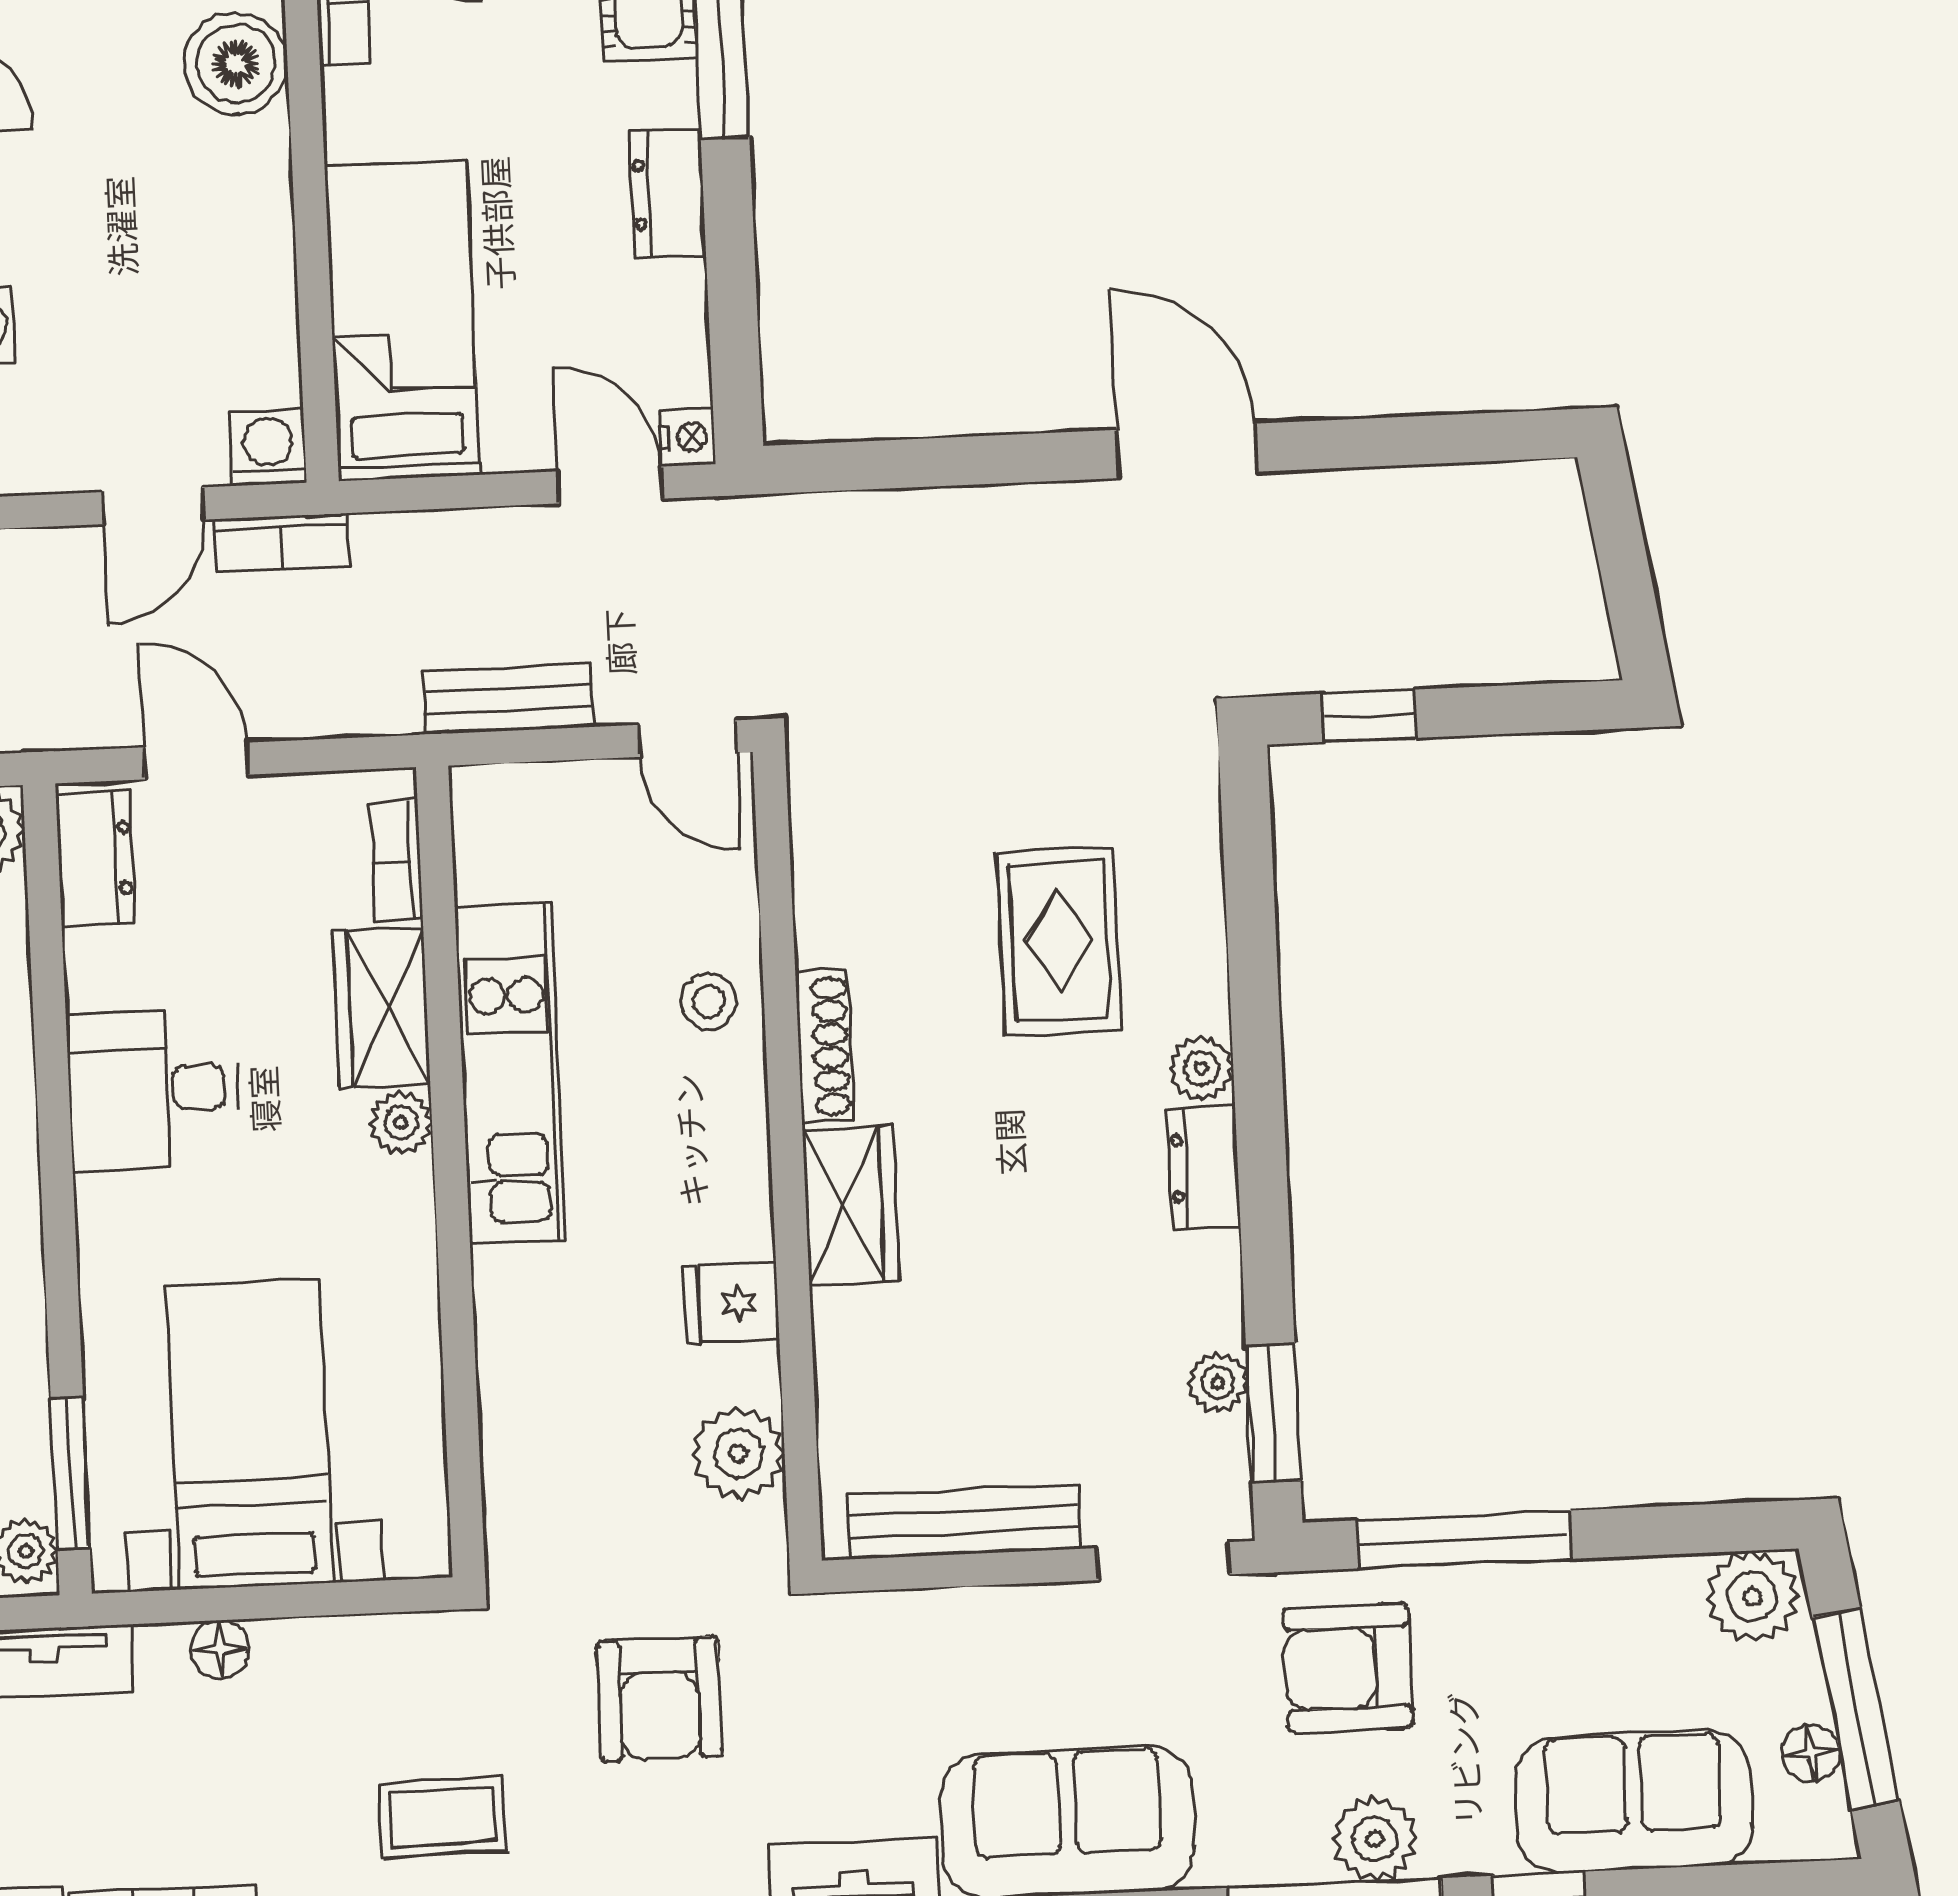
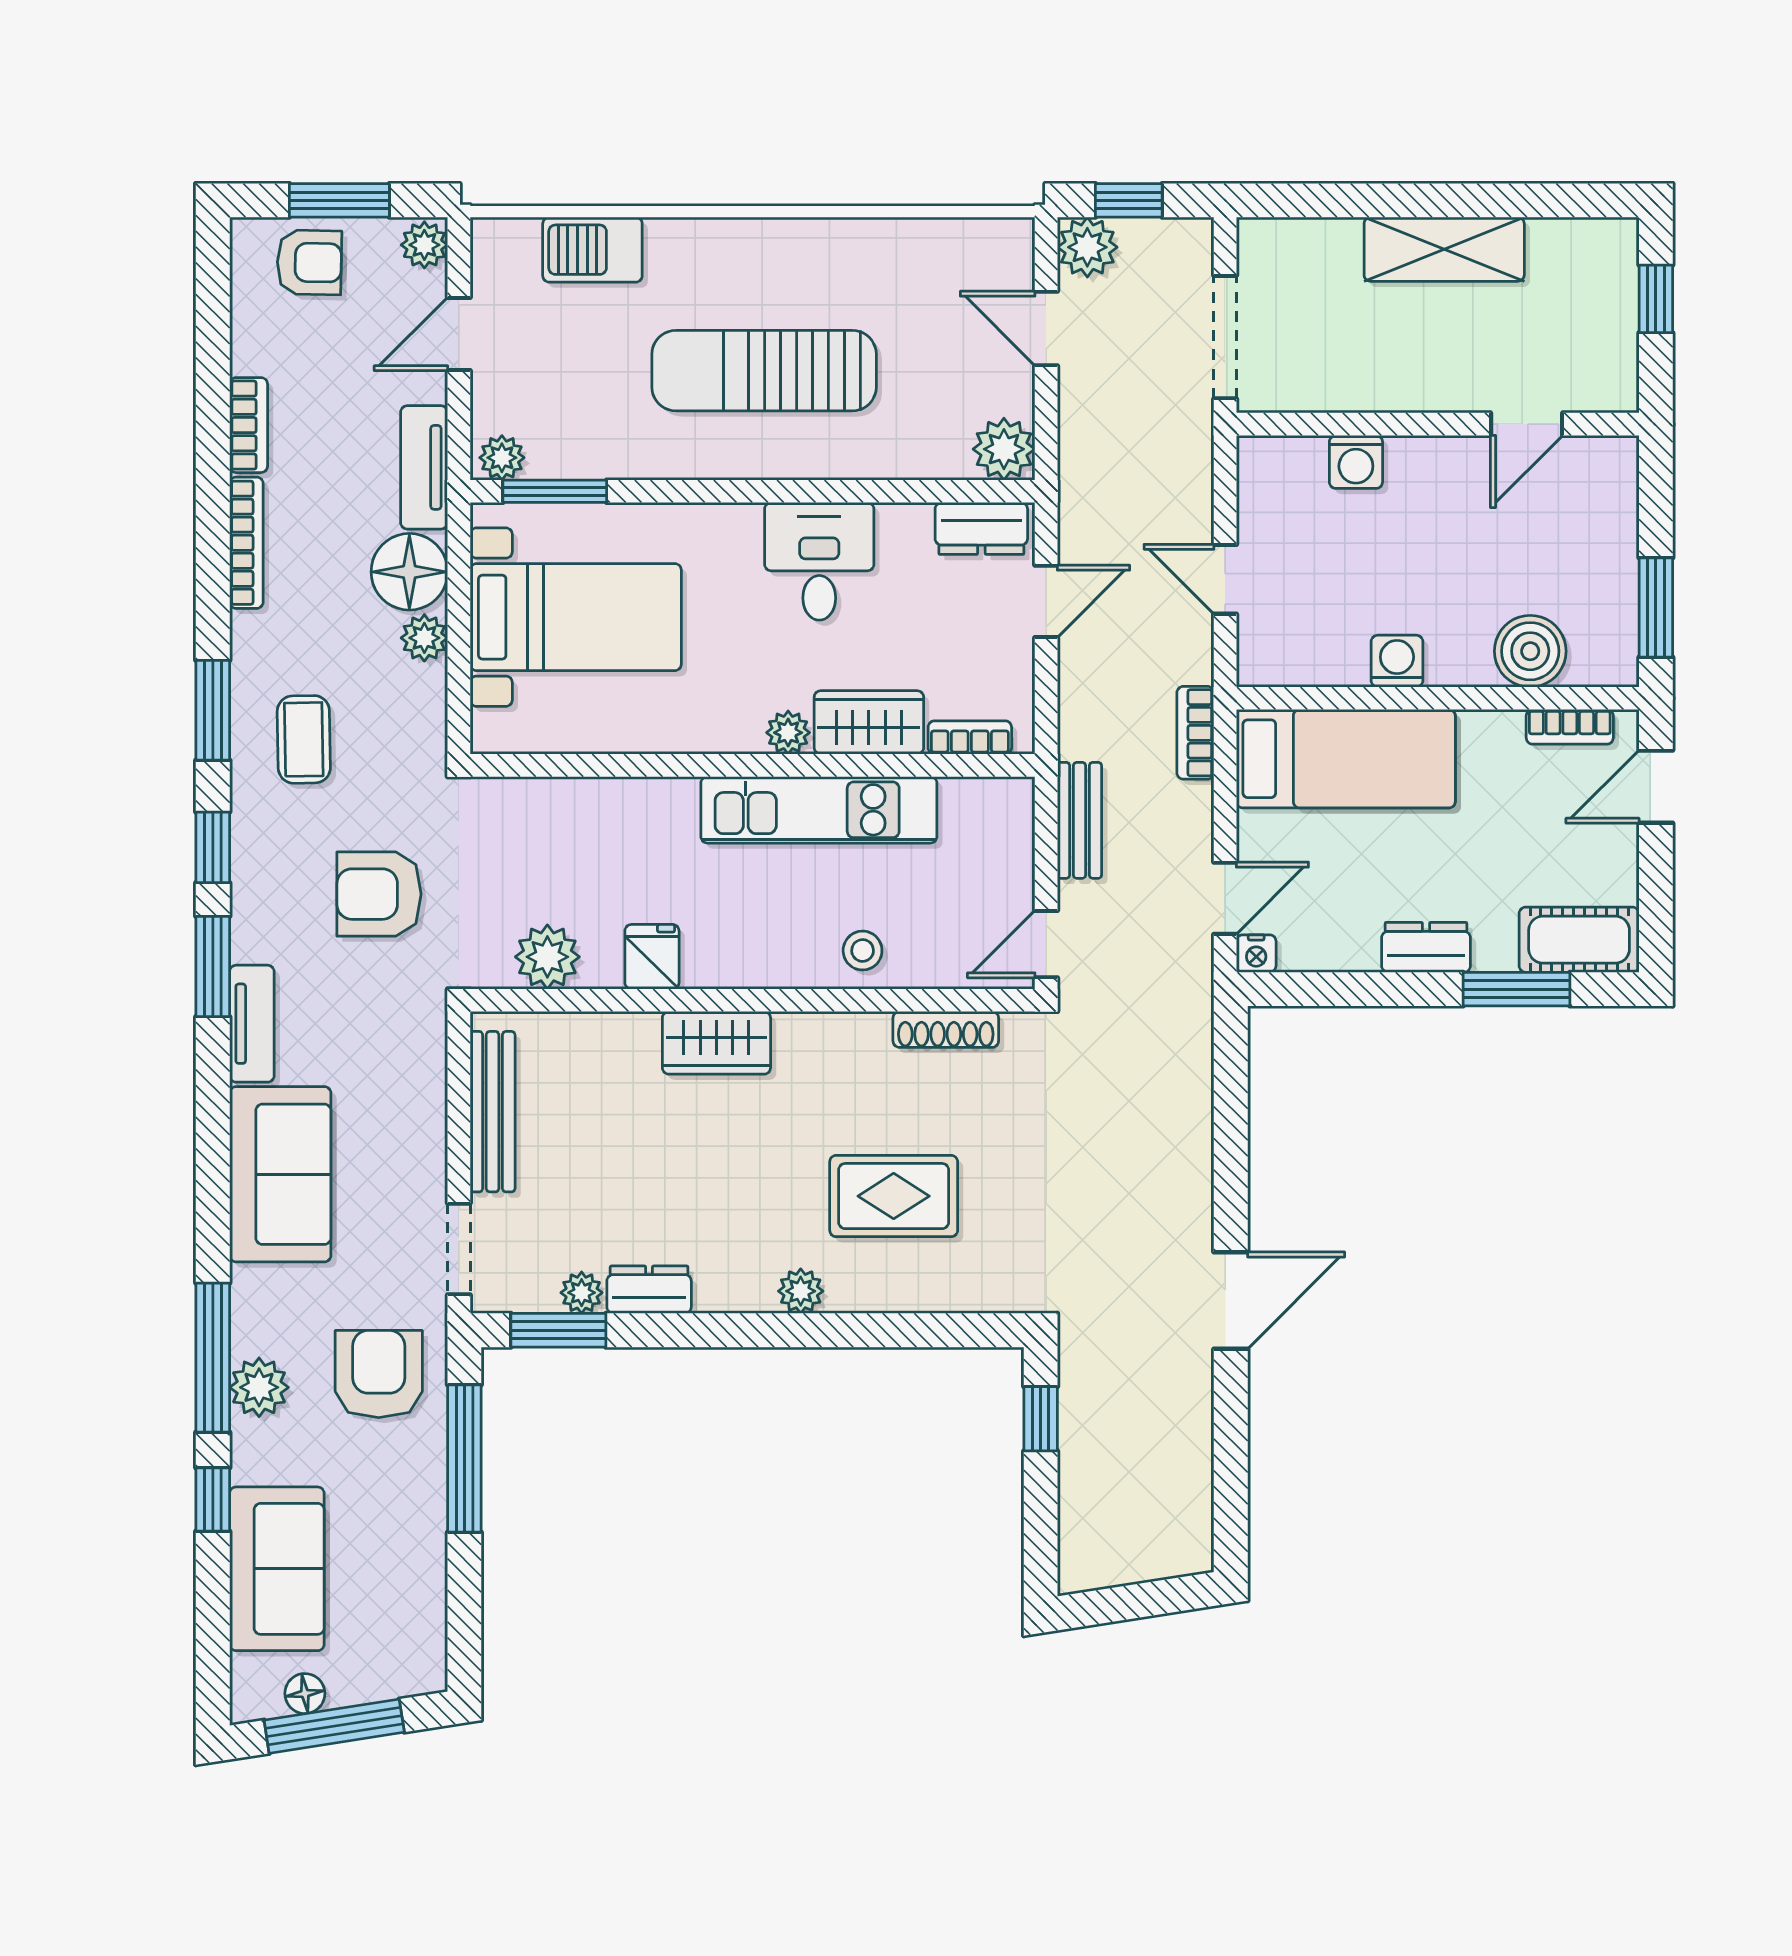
washing machine: (268, 447) -> (1397, 661), moved, turned -90
bookcase: (281, 543) -> (1195, 733), moved
shoe rack: (824, 1046) -> (946, 1029), moved
dresser: (1204, 1167) -> (649, 1290), moved
plant: (1752, 1597) -> (424, 638), moved, width x0.73, depth x0.73
floor lamp: (220, 1649) -> (409, 572), width x1.89, depth x1.89

